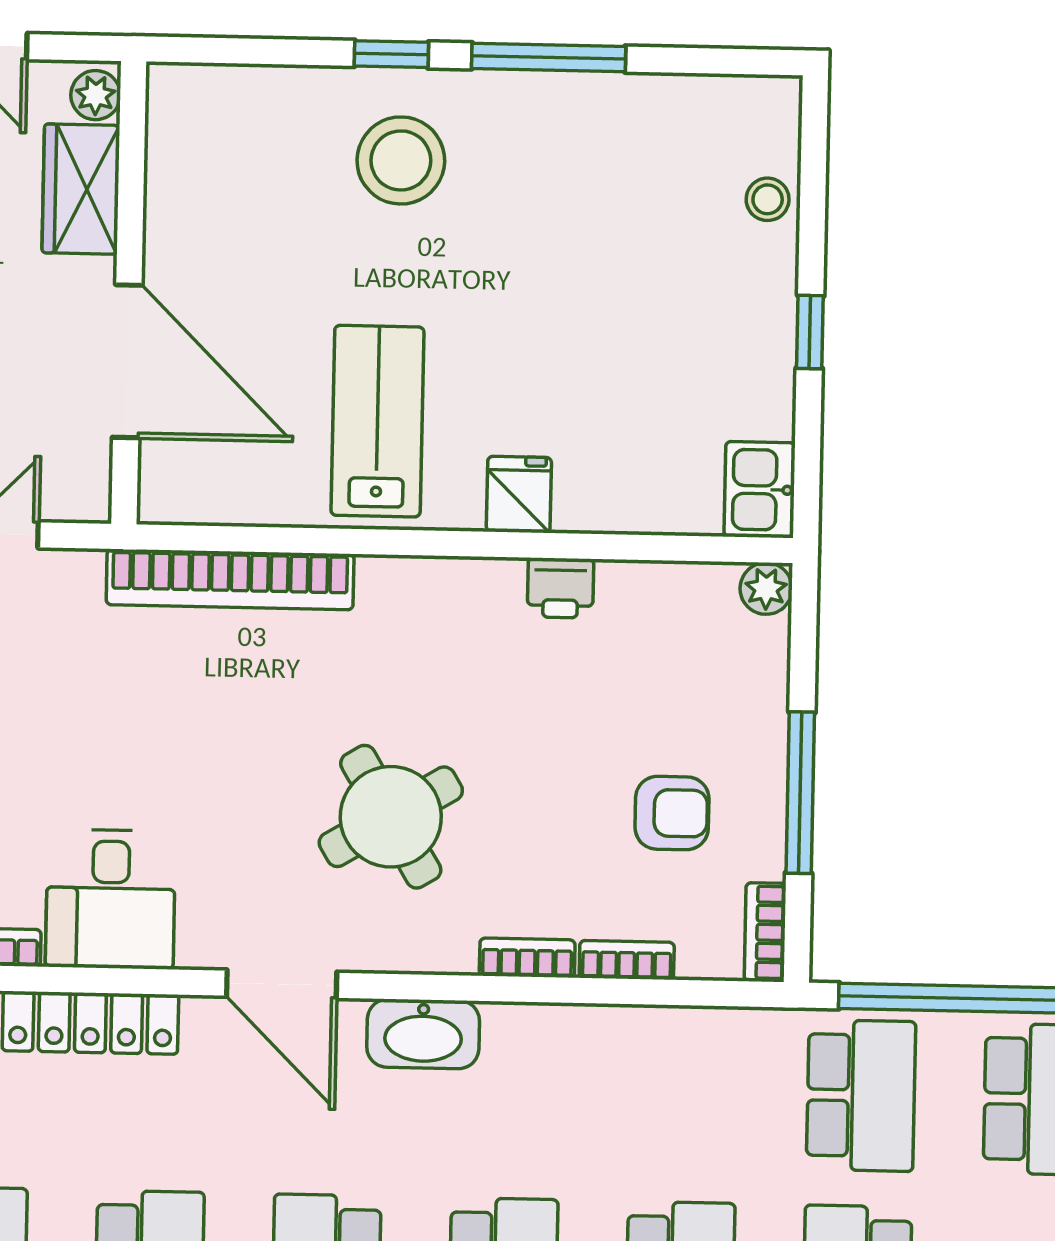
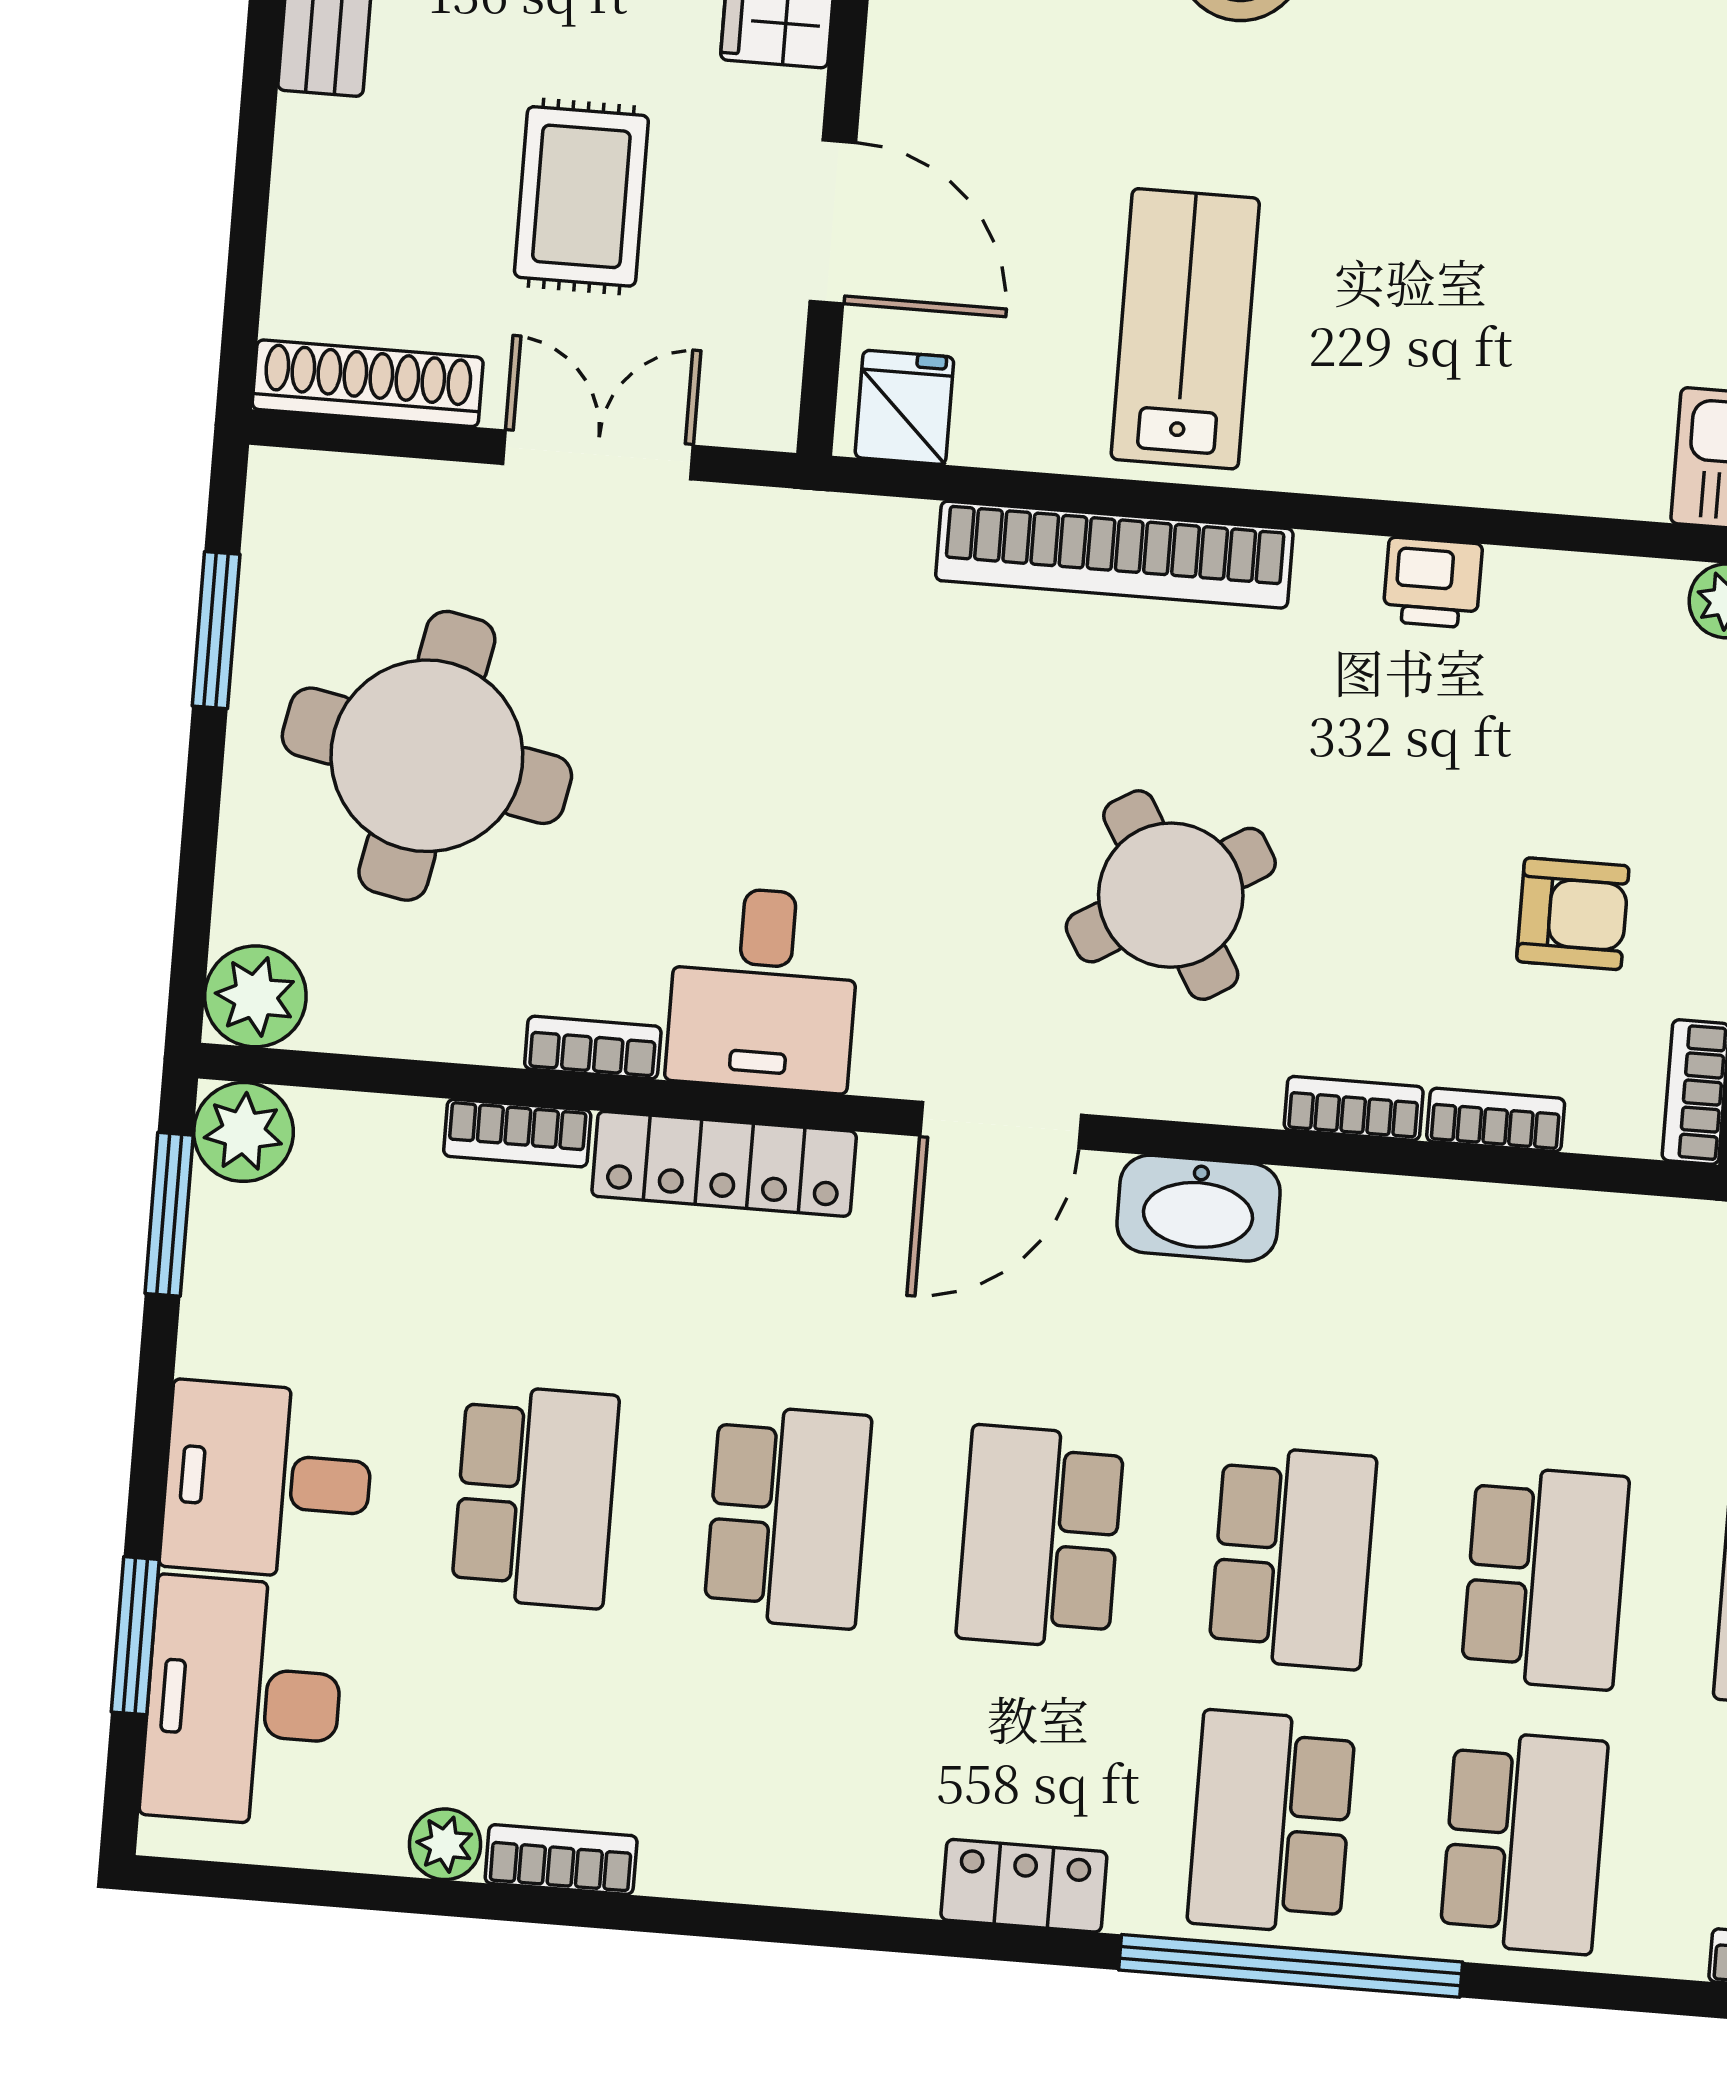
door: (127, 361) -> (833, 222), width x0.73
fridge: (519, 495) -> (904, 407), moved
bookcase: (230, 579) -> (1114, 555), moved
door: (282, 984) -> (1001, 1125), hinge flipped

